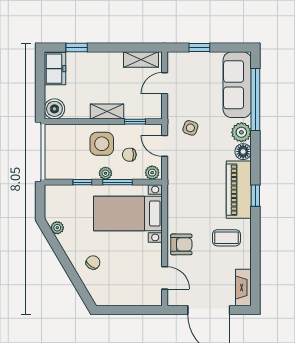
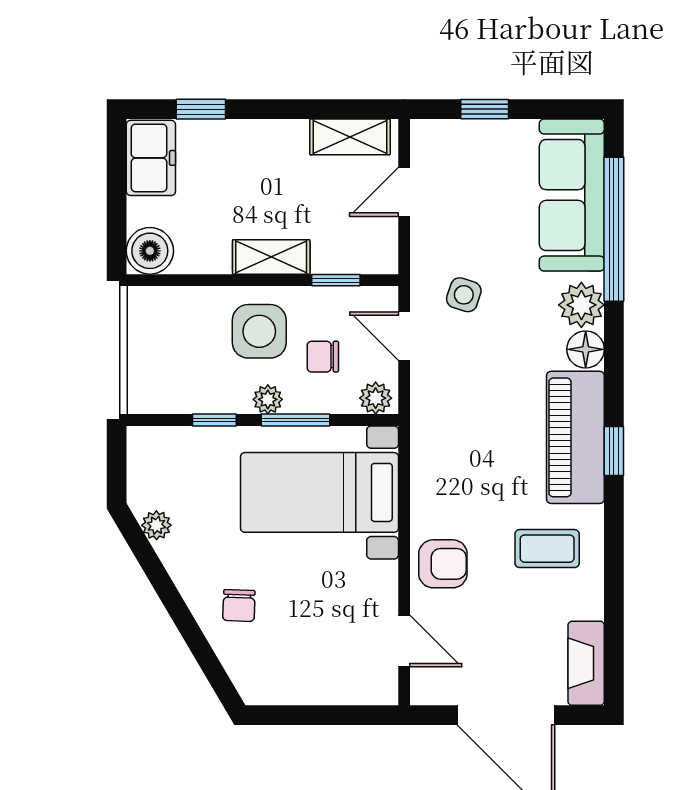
chair: (93, 262) -> (239, 606), turned 148

